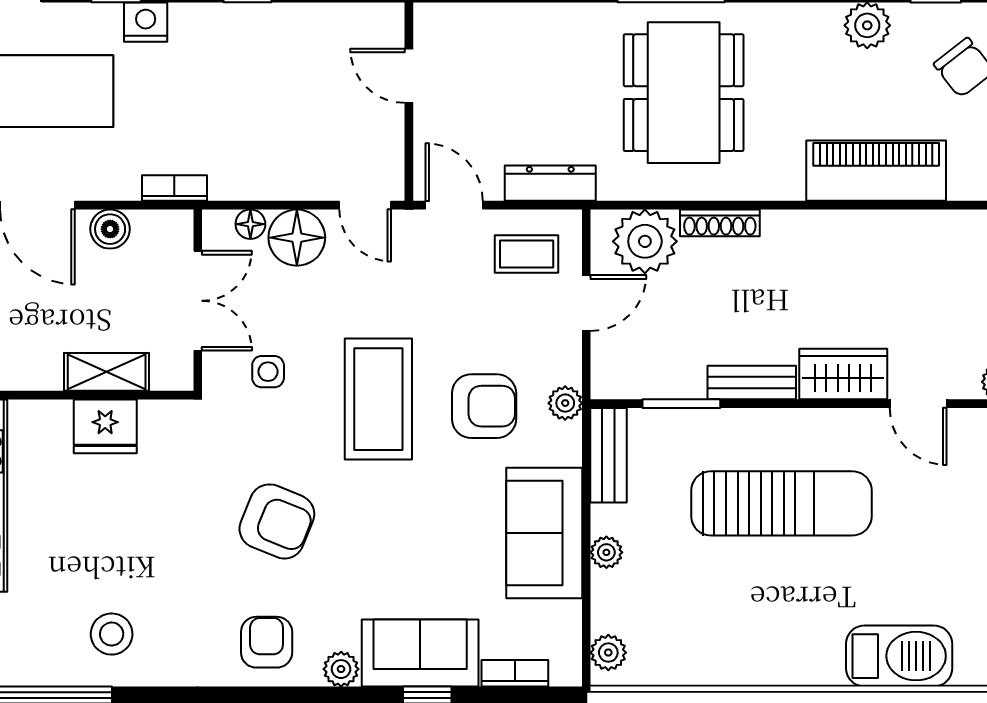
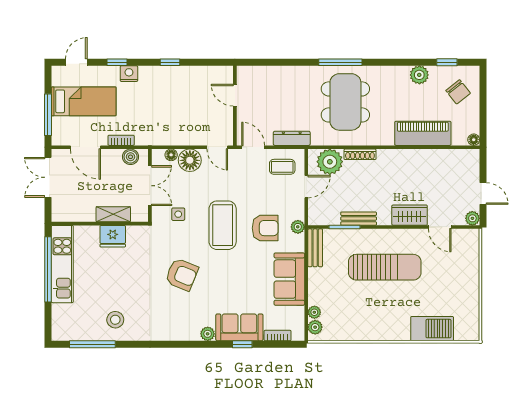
bookcase: (174, 188) -> (121, 140), moved
boiler: (110, 229) -> (131, 157), moved
bench: (752, 383) -> (359, 219), moved
plant: (606, 552) -> (314, 312), moved
armchair: (267, 642) -> (178, 323), removed

